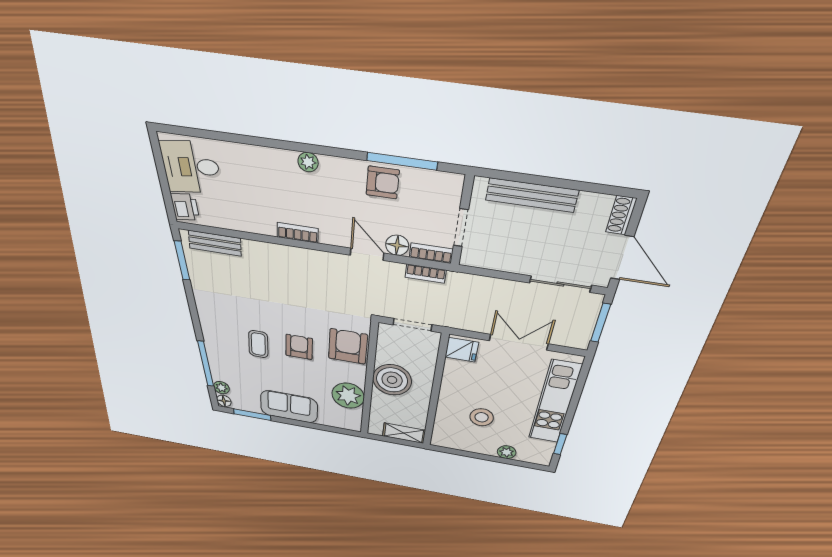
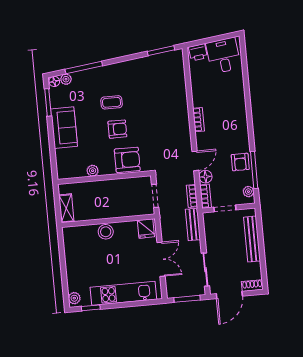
plant: (308, 162) -> (248, 192), moved
bench: (215, 243) -> (193, 224), moved
boiler: (392, 380) -> (109, 192), removed
plant: (348, 396) -> (93, 171), width x0.53, depth x0.53
stool: (482, 417) -> (106, 232), moved
plant: (507, 452) -> (74, 298), moved

